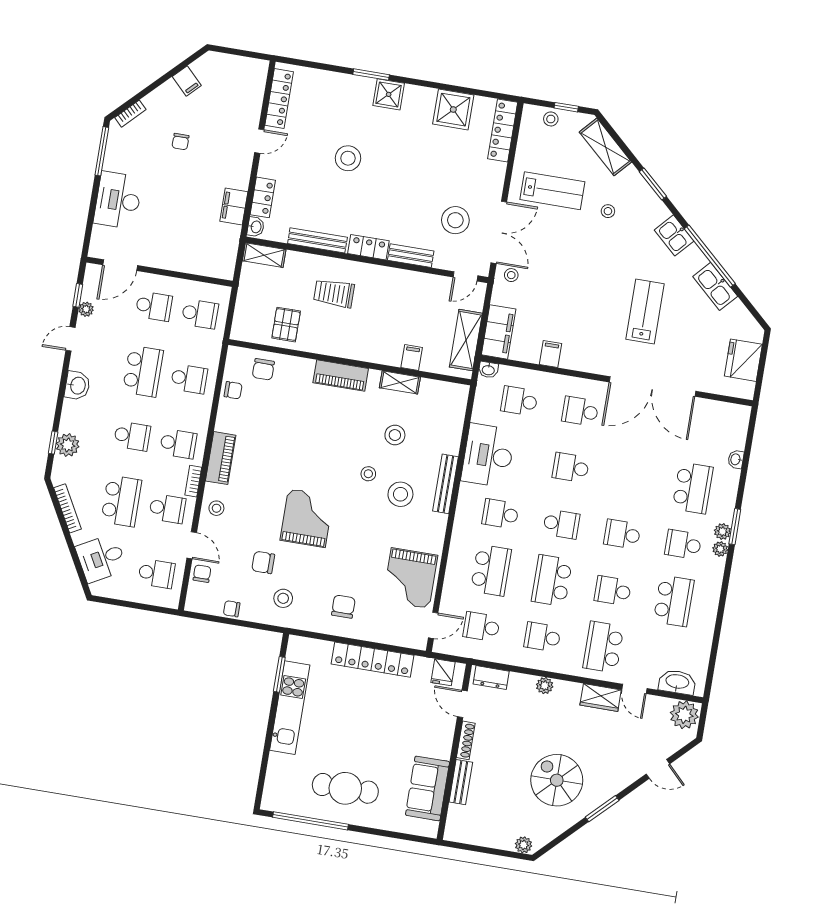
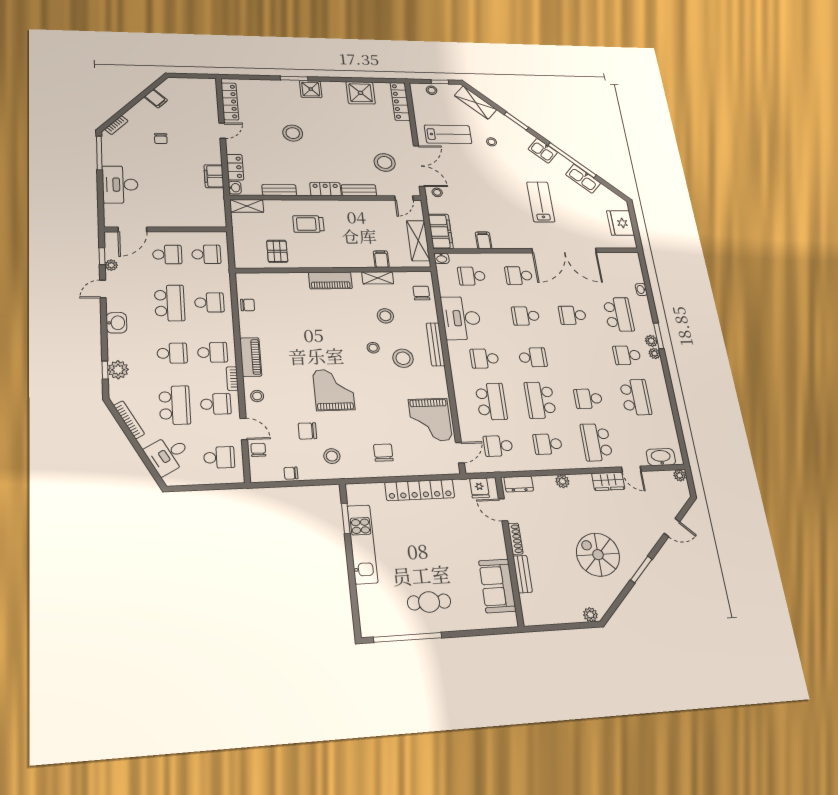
bench: (317, 240) -> (279, 190), width x0.73
chair: (263, 369) -> (421, 293), moved, turned 180
school desk: (622, 534) -> (572, 315), moved
plant: (684, 715) -> (680, 475), width x0.53, depth x0.53
cafe table: (345, 788) -> (429, 602), width x0.73, depth x0.74

